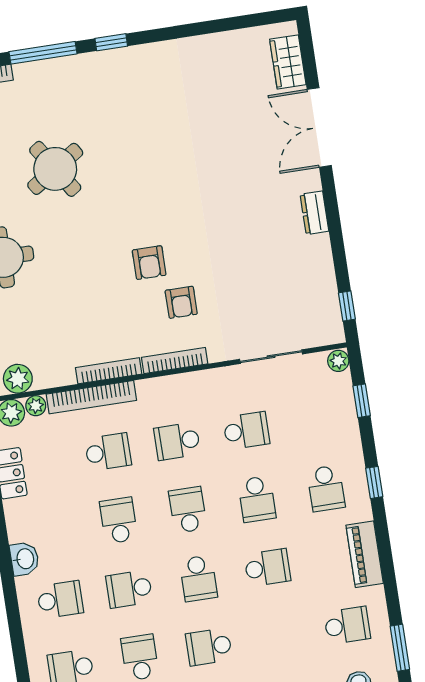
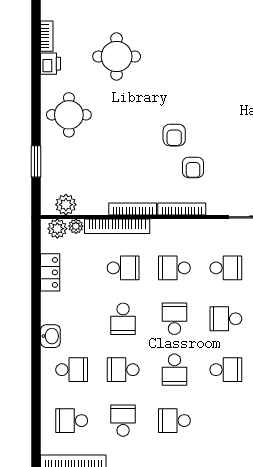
round table: (55, 169) -> (117, 57), turned 33
school desk: (257, 499) -> (226, 319), turned 90
school desk: (119, 520) -> (123, 319), turned 180

